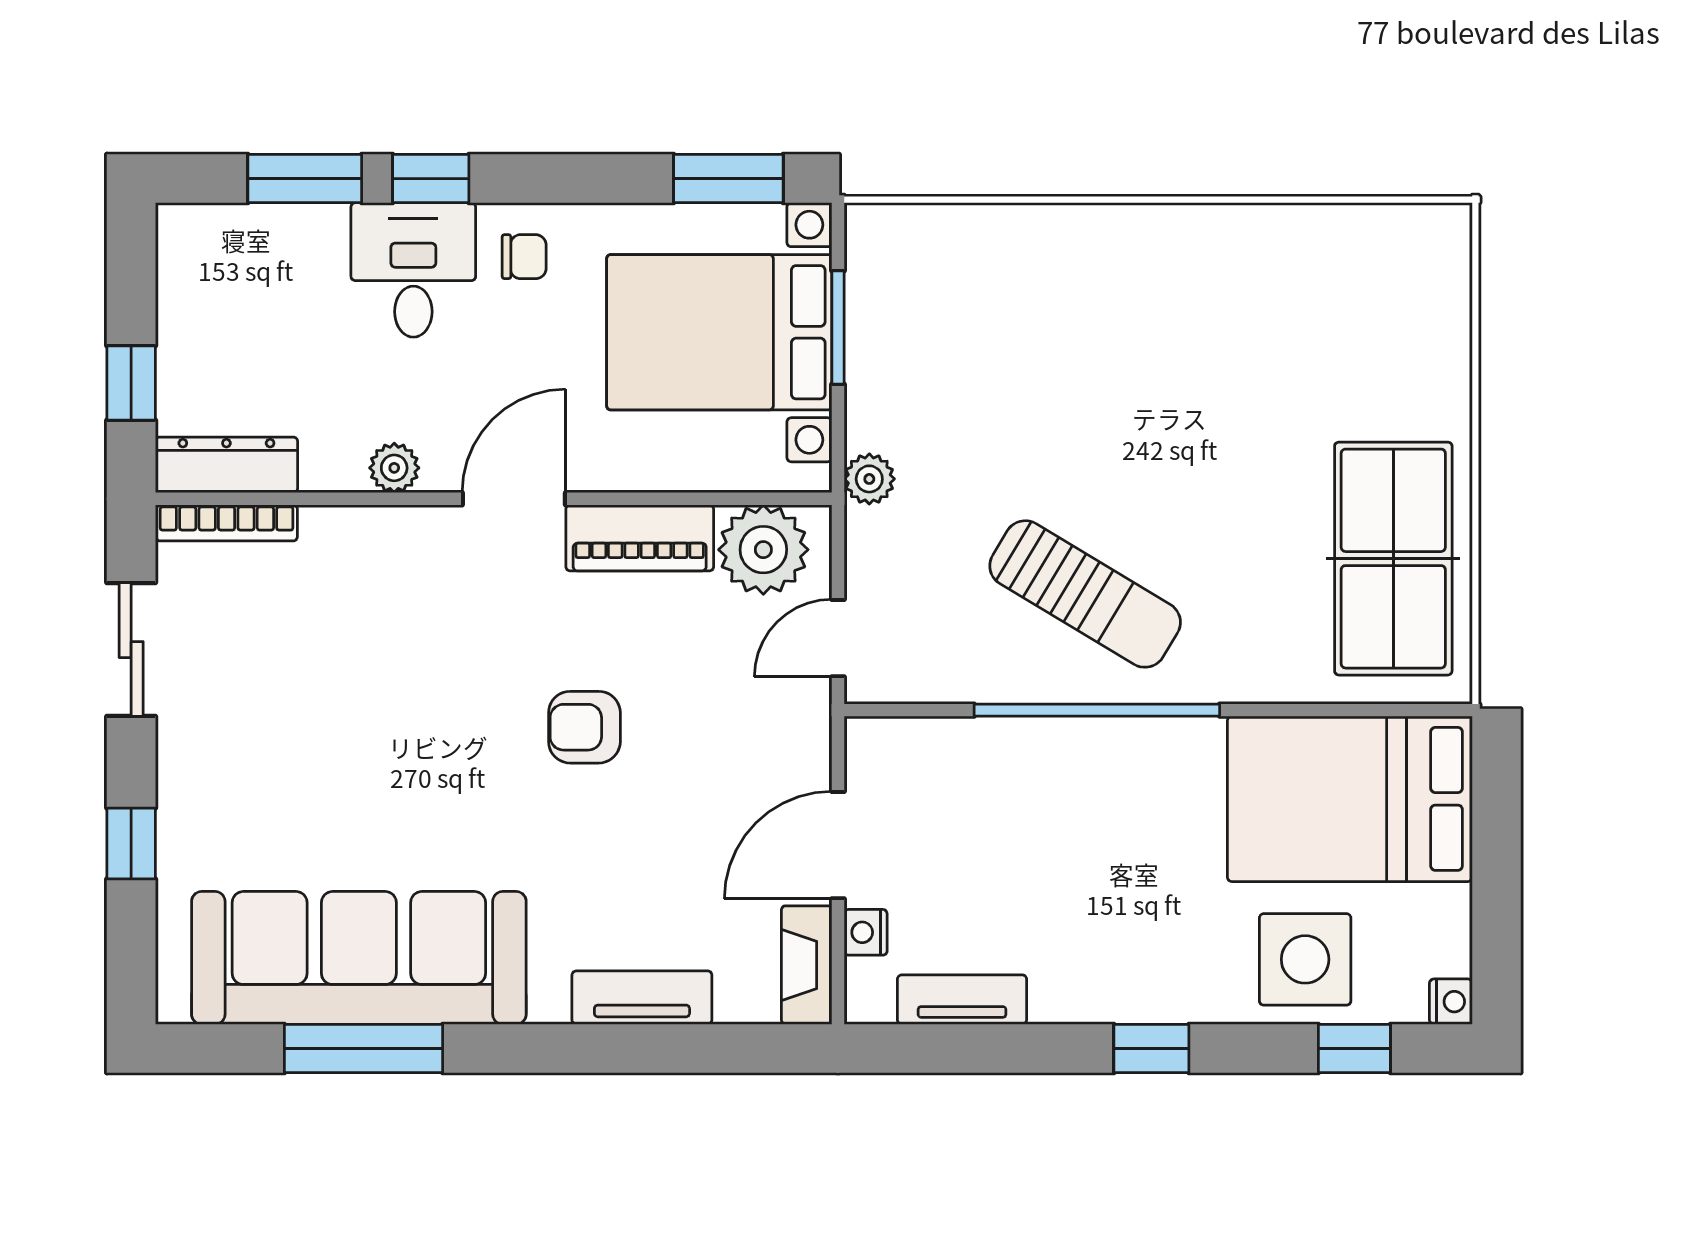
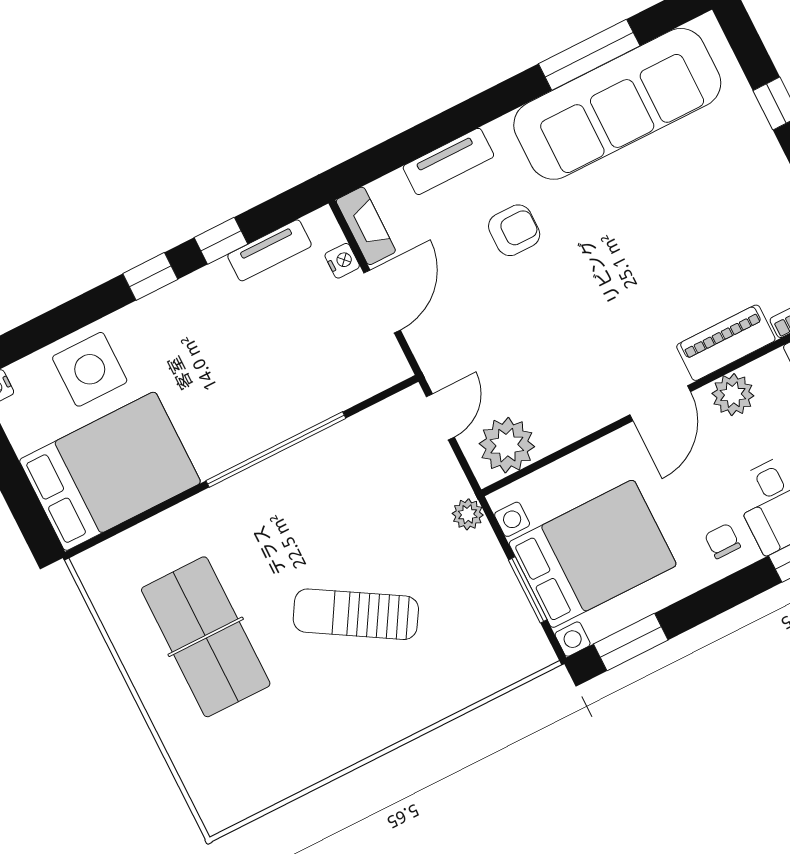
chair: (524, 257) -> (723, 541), turned 90
plant: (394, 468) -> (733, 395), width x1.38, depth x1.38
piano: (640, 538) -> (726, 343), moved
table tennis table: (1393, 559) -> (206, 637), moved
sun lounger: (1085, 594) -> (356, 614), moved
armchair: (584, 727) -> (514, 230), moved
window: (1354, 1048) -> (221, 241), moved

